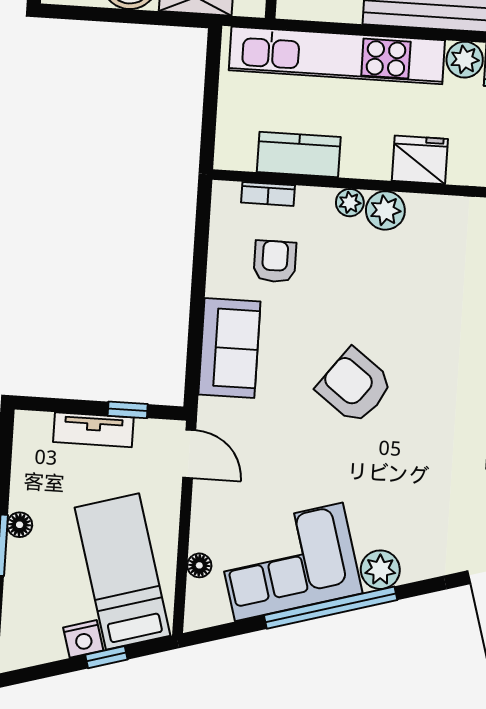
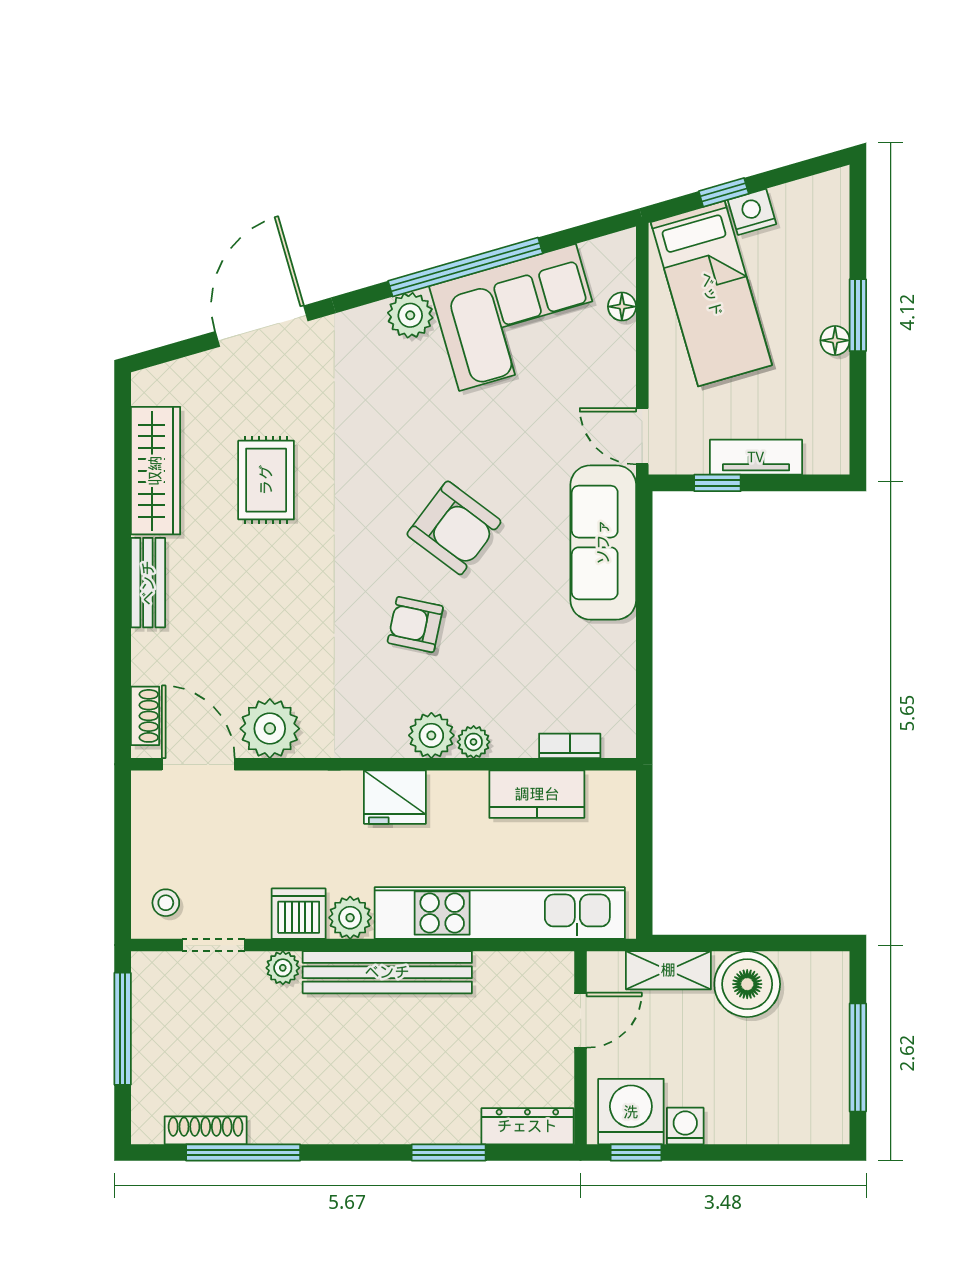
armchair: (275, 261) -> (415, 625), moved, turned 102
sofa: (229, 348) -> (603, 542), width x1.36

